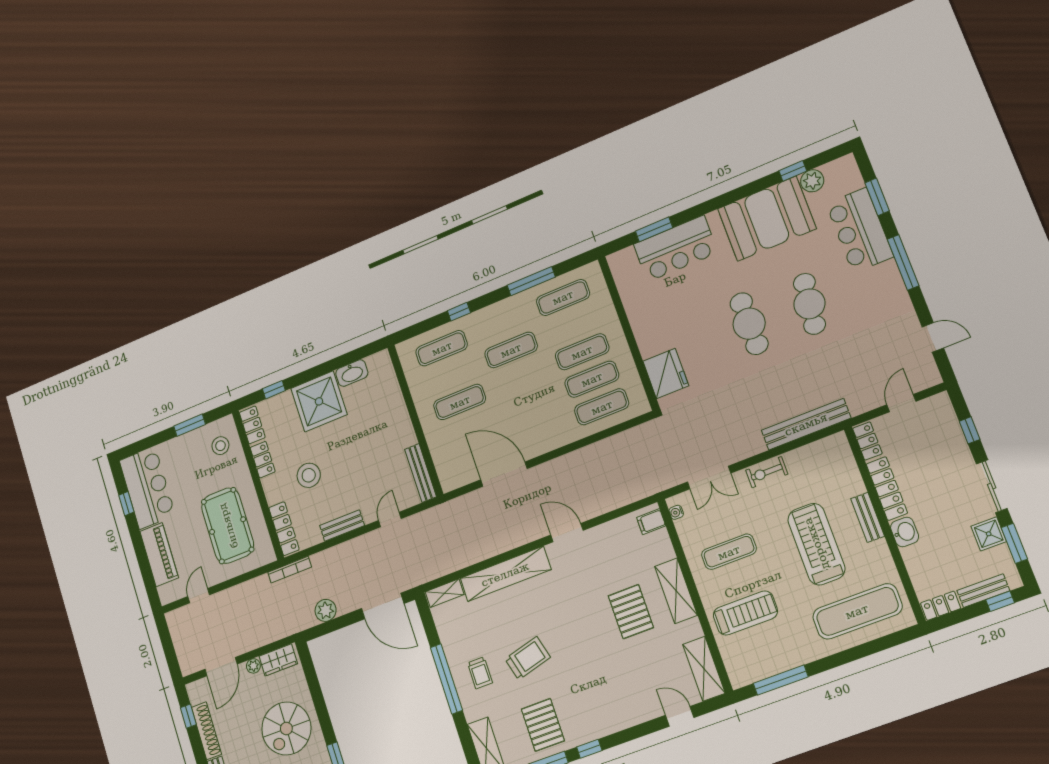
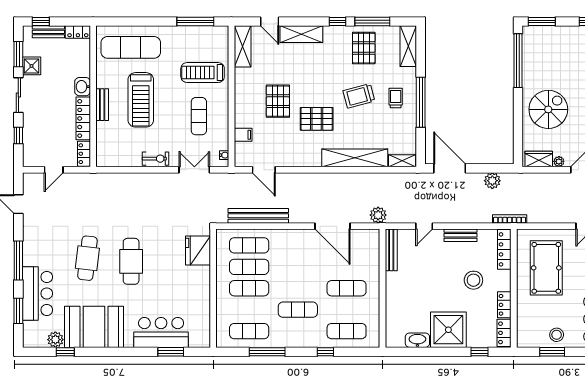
bench: (806, 424) -> (258, 216), moved
stool: (220, 446) -> (557, 335), moved
plant: (451, 511) -> (378, 215), added
filing cabinet: (651, 522) -> (243, 135), moved
door: (567, 533) -> (264, 170), moved
exercise mat: (729, 552) -> (199, 116), turned 90
shelving: (676, 591) -> (301, 34), moved, turned 90
pallet: (572, 607) -> (317, 119), added

